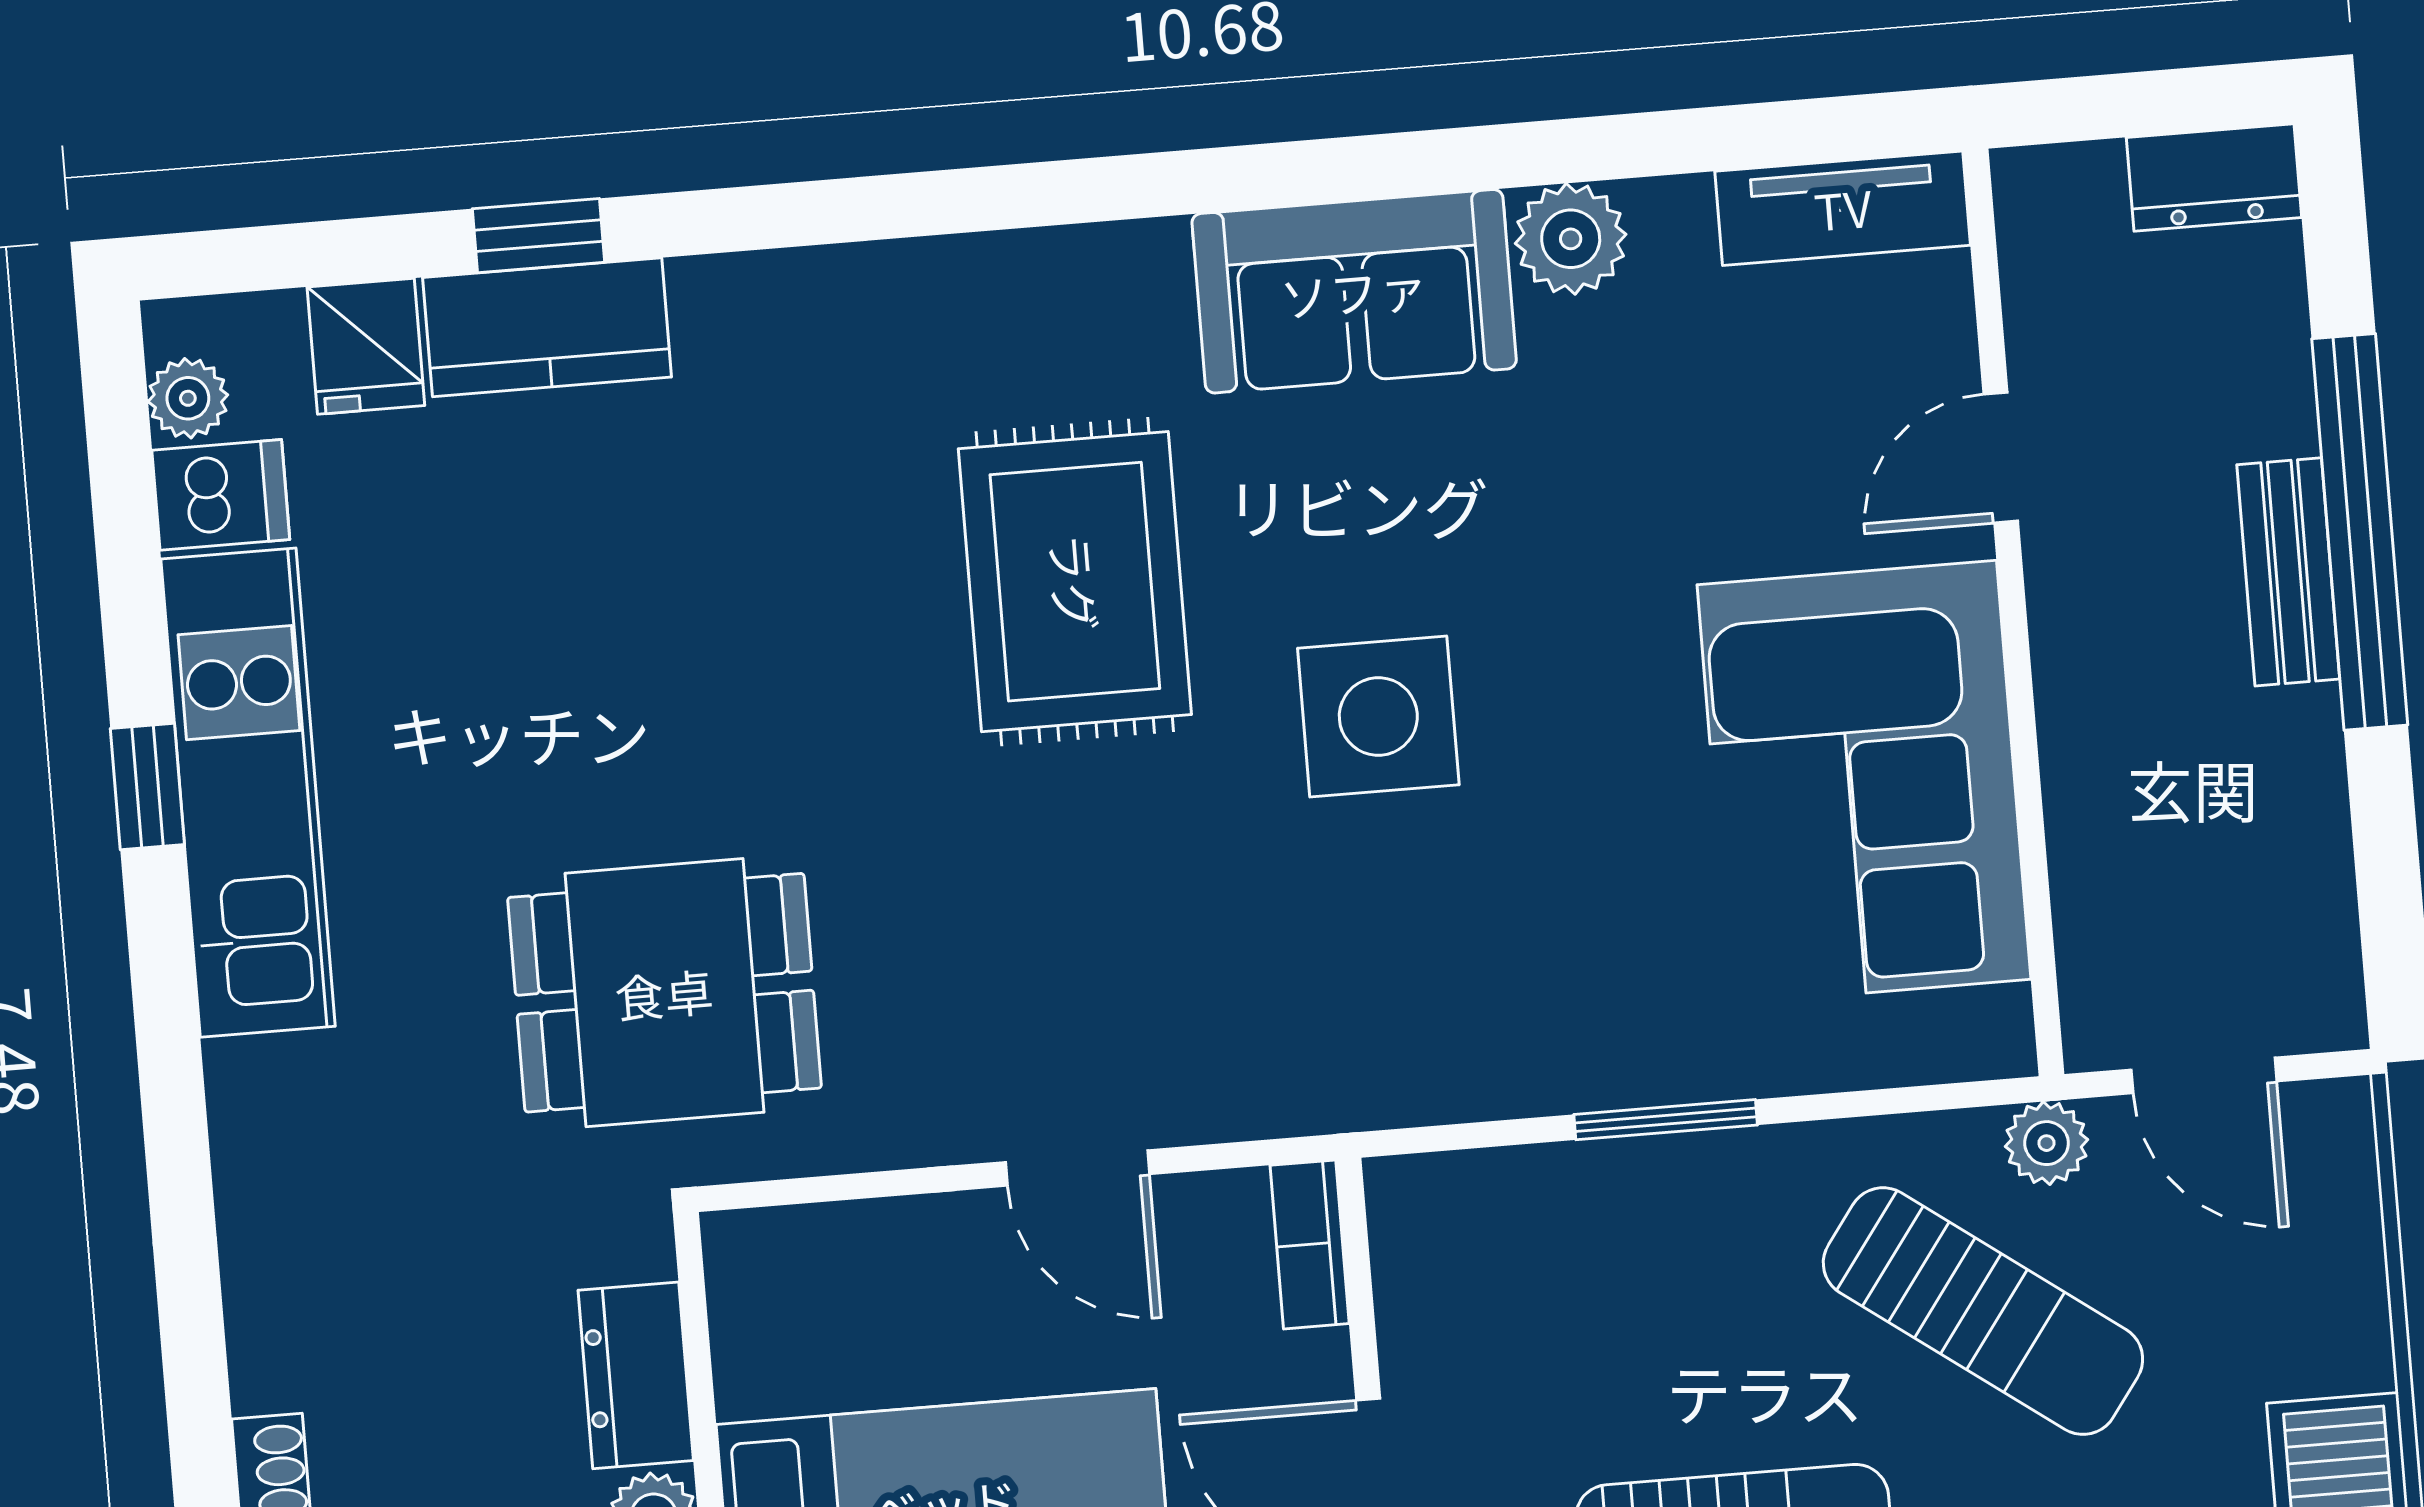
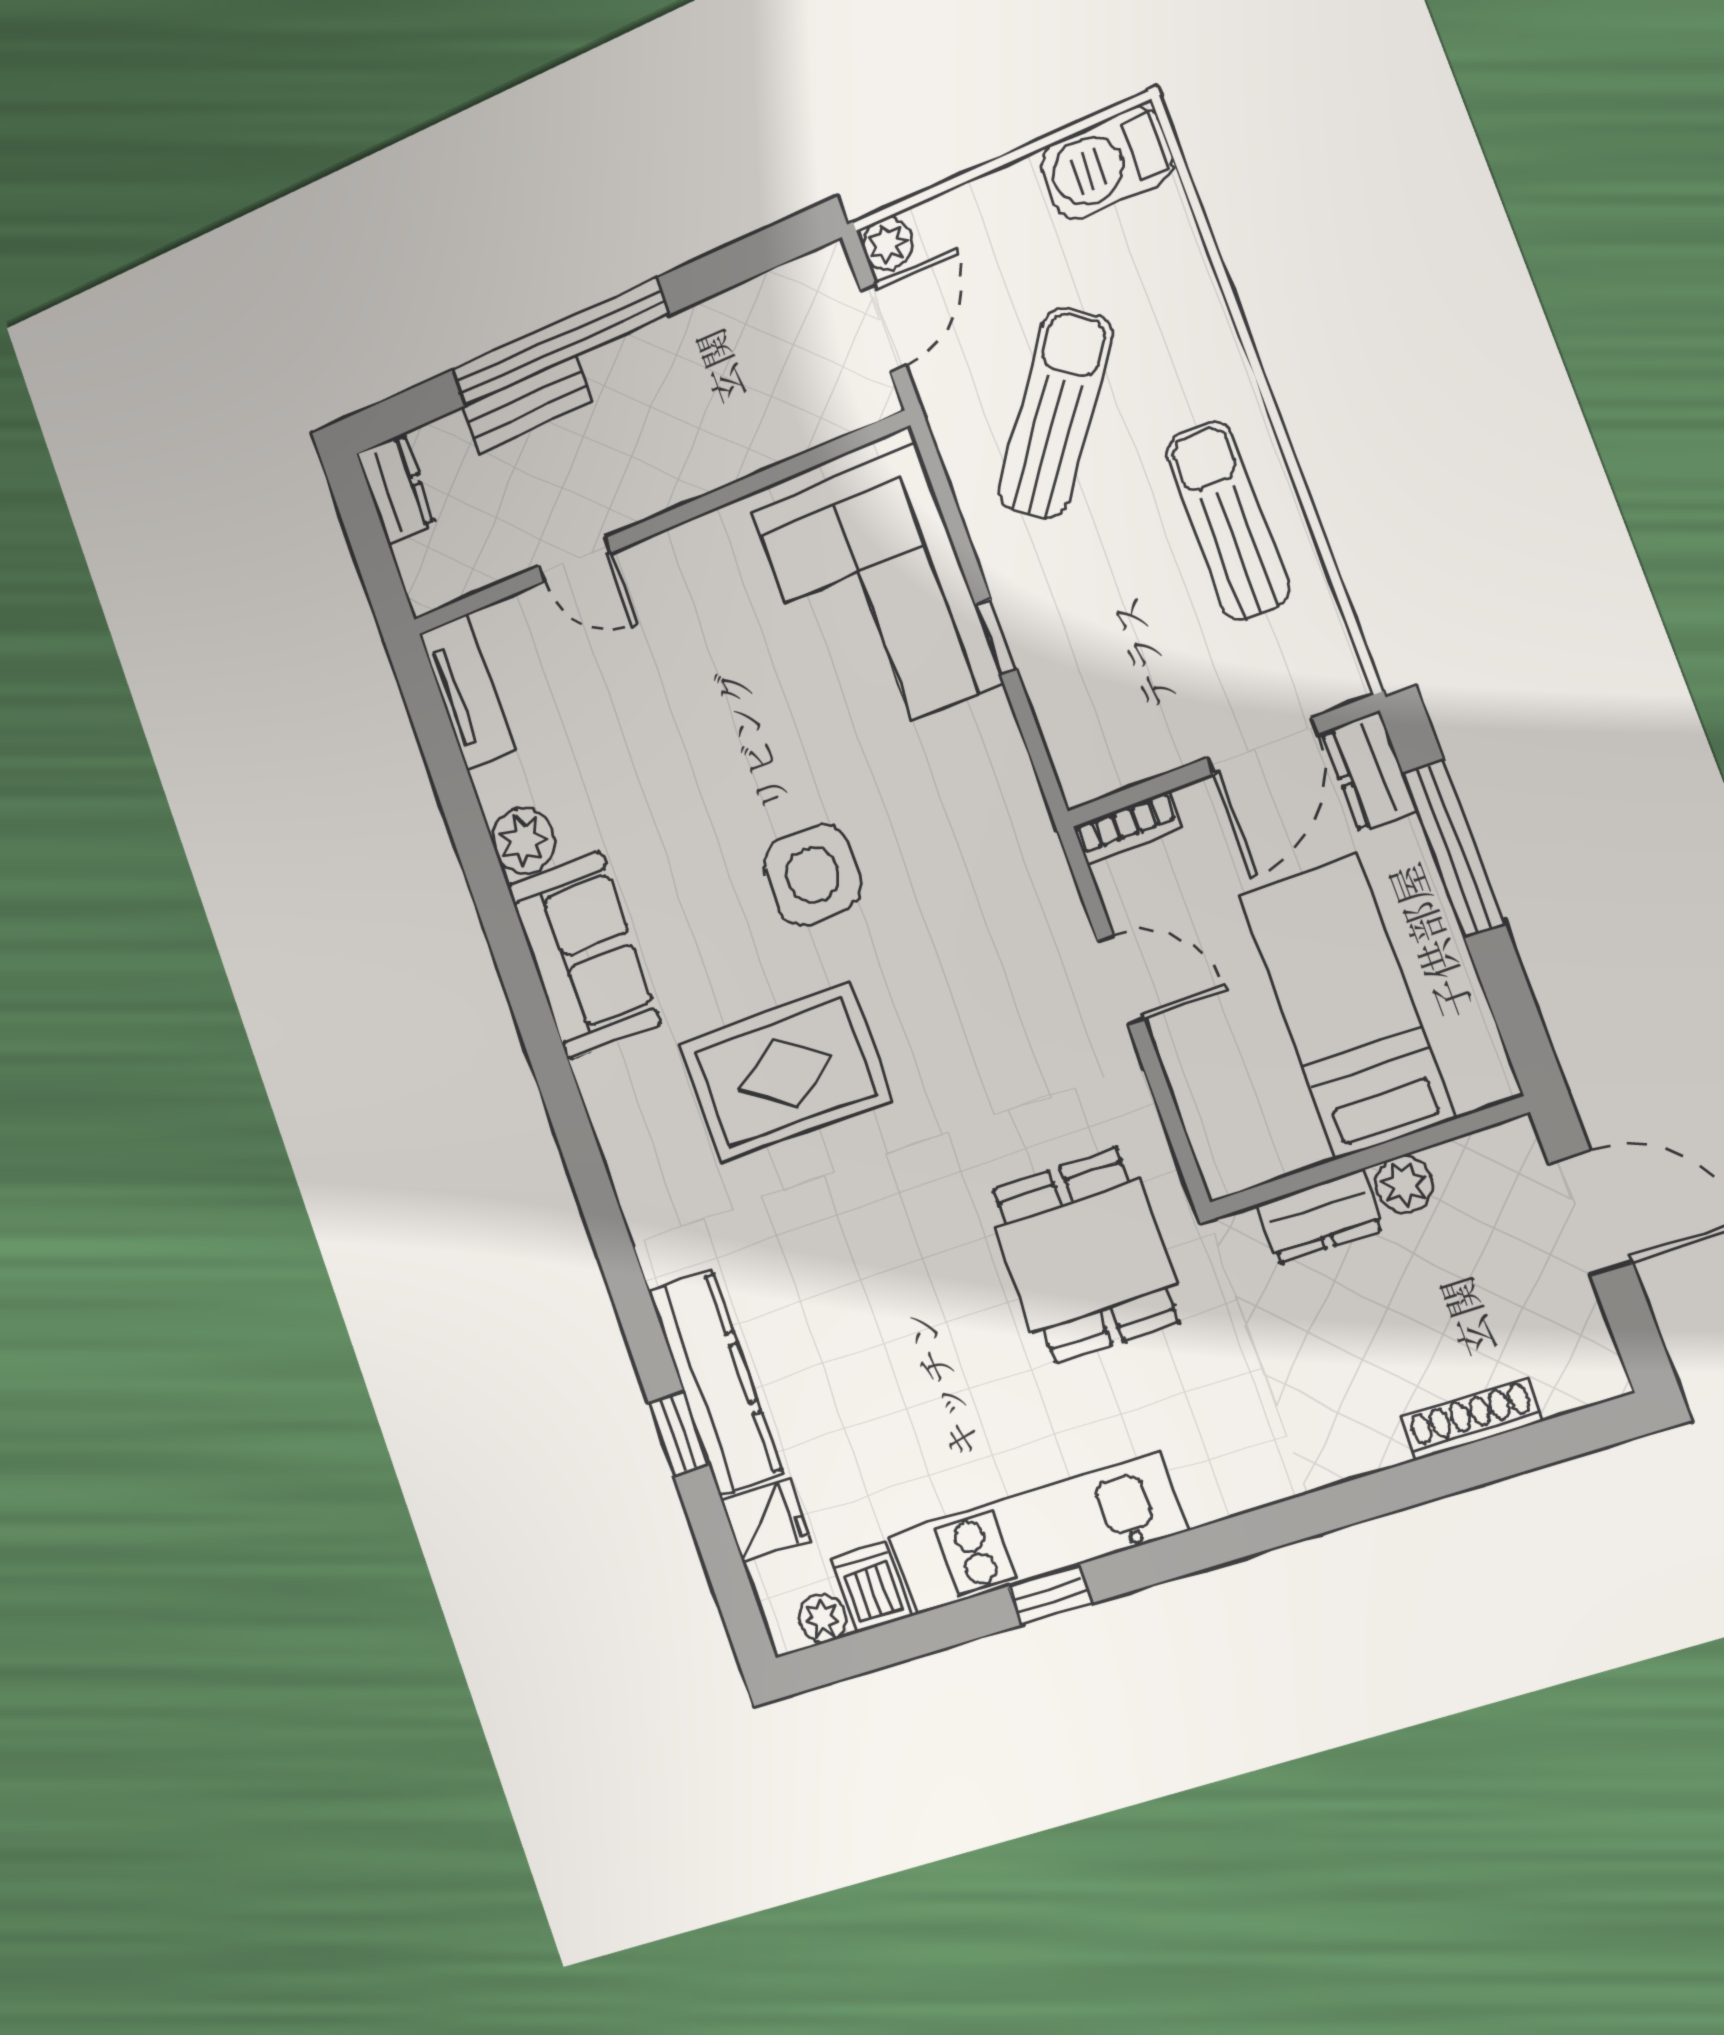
kitchen counter: (547, 327) -> (715, 1382), width x1.50
bench: (2288, 572) -> (527, 404), moved
corner sofa: (1864, 782) -> (877, 597), moved, turned 90
window: (1666, 1120) -> (996, 637), width x0.67
plant: (2046, 1143) -> (888, 244), moved
door: (1078, 1168) -> (1121, 980), hinge flipped

